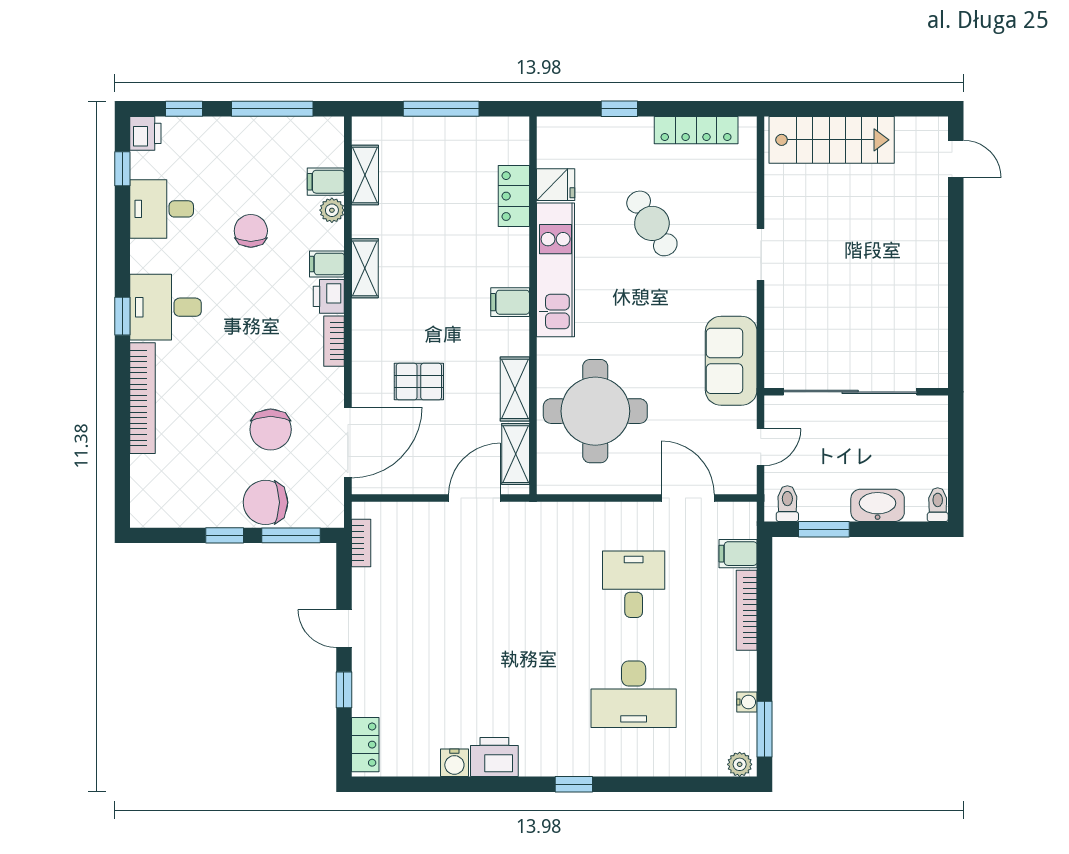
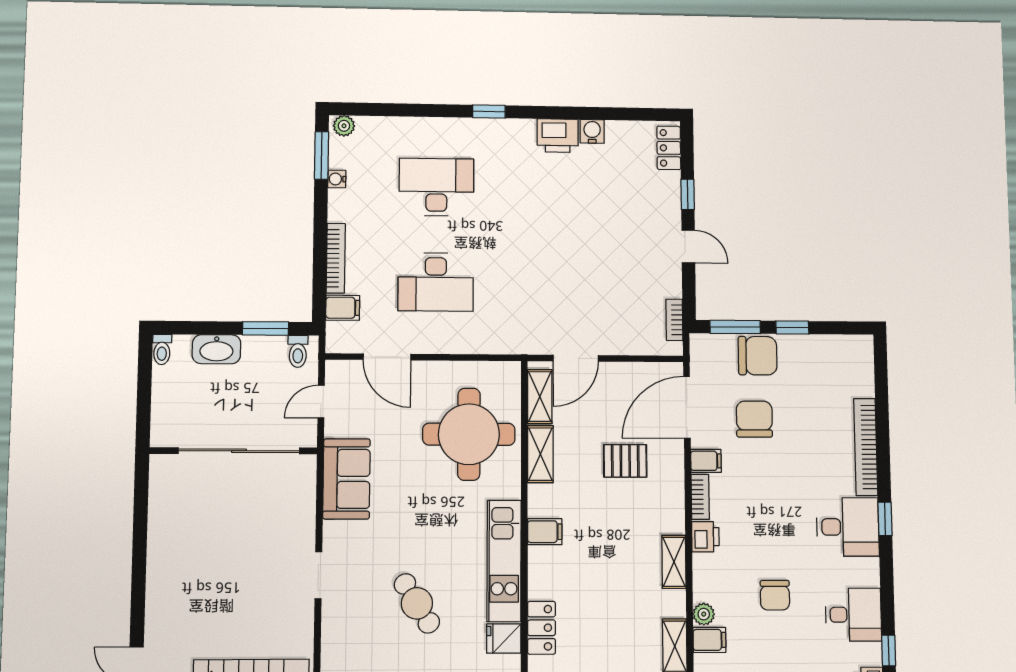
filing cabinet: (327, 264) -> (706, 461), moved
desk: (634, 584) -> (436, 282), width x1.37

